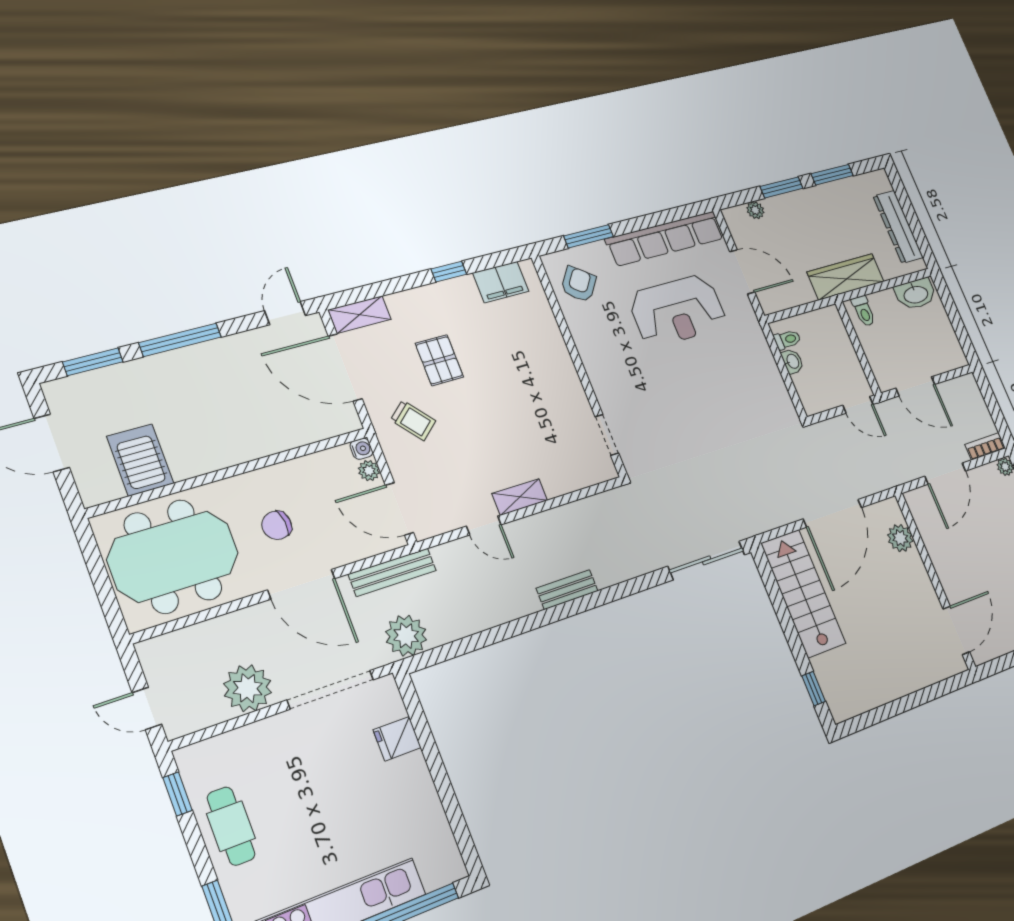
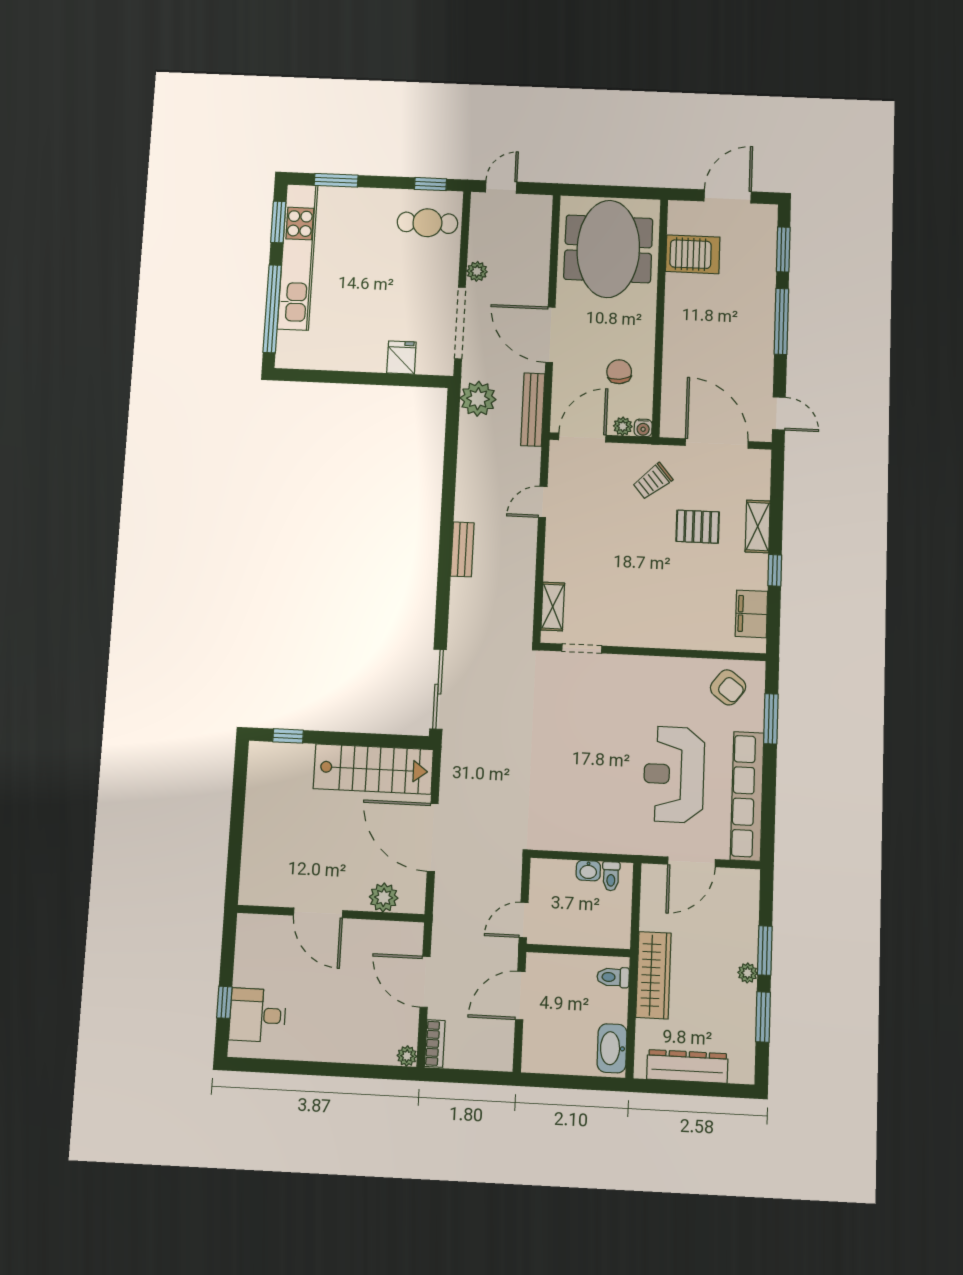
plant: (755, 210) -> (748, 973), moved
shelving: (360, 315) -> (758, 526), moved
door: (345, 367) -> (717, 444), hinge flipped
shelving: (520, 497) -> (553, 607), moved
chair: (277, 525) -> (619, 372), moved
door: (301, 584) -> (550, 335), hinge flipped
door: (956, 630) -> (318, 913), moved
plant: (248, 688) -> (477, 271), width x0.53, depth x0.53
cafe table: (231, 826) -> (427, 223), moved

